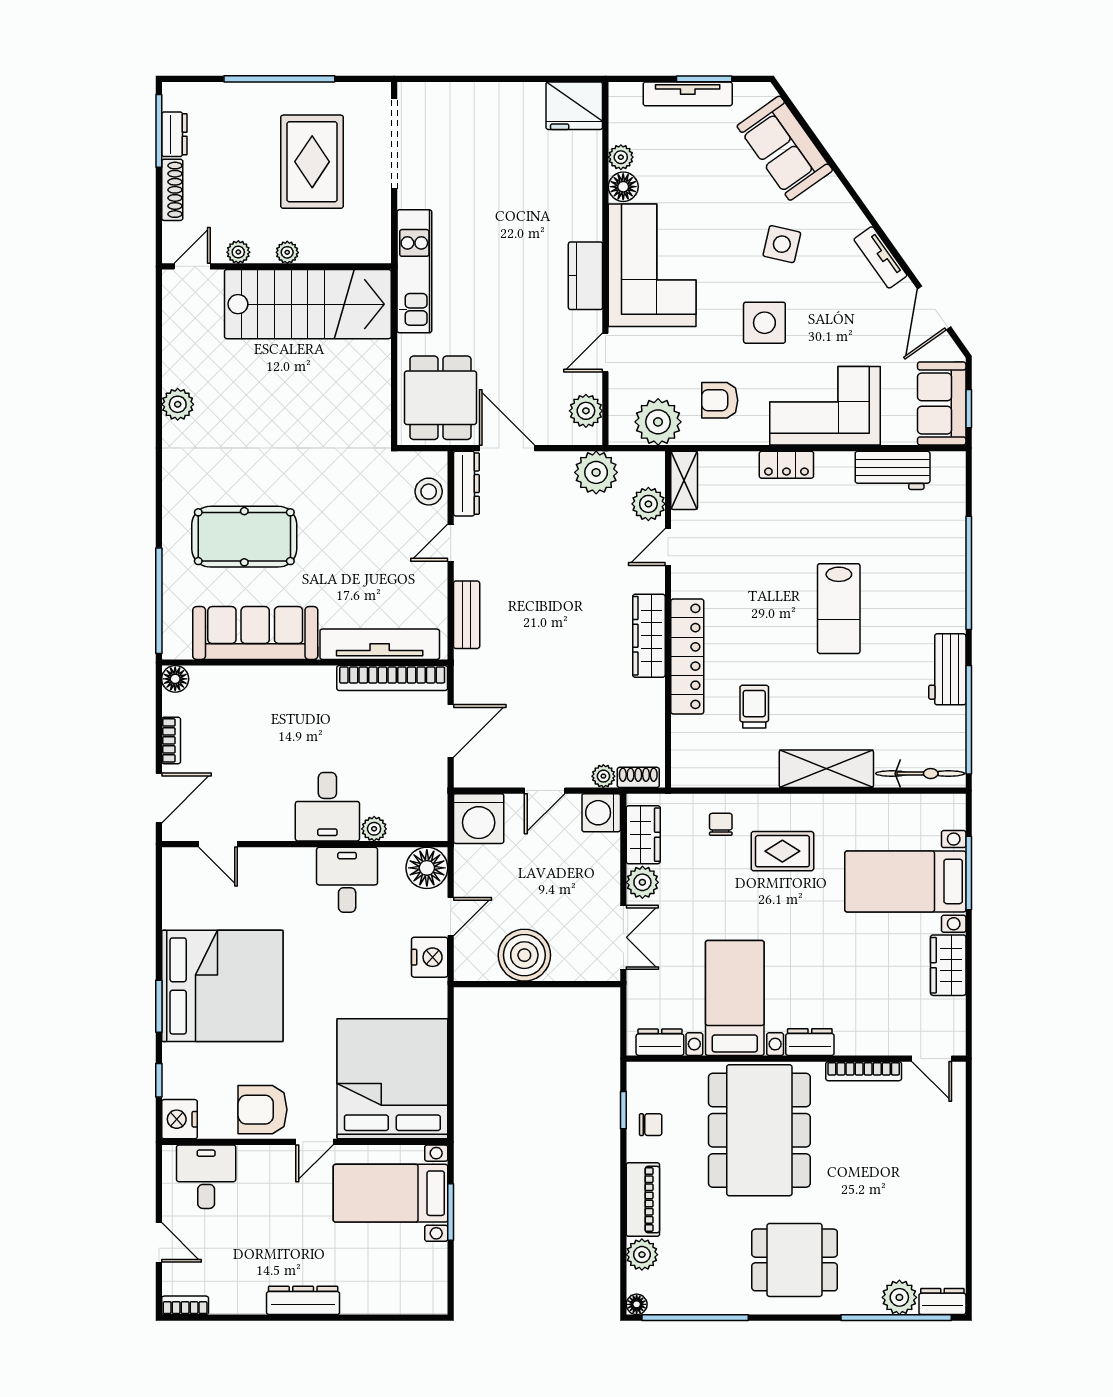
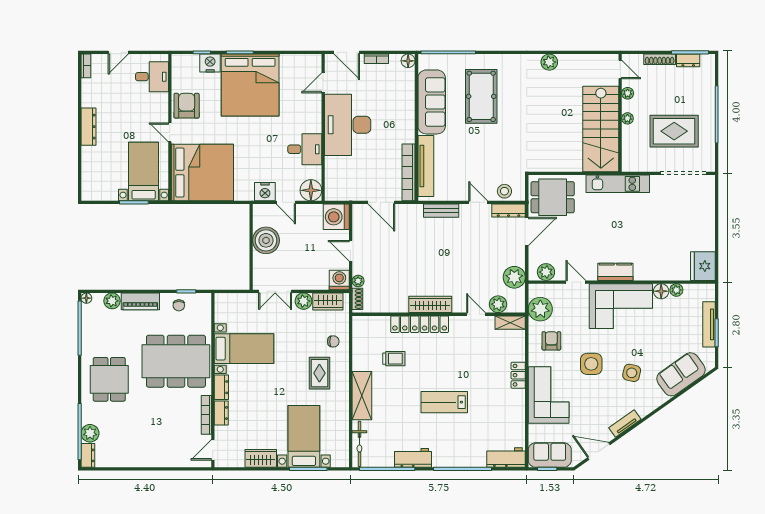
workbench: (893, 470) -> (506, 458), moved, turned 90
desk: (327, 807) -> (348, 125), width x1.87, depth x1.30
plant: (374, 829) -> (331, 163), removed
dresser: (660, 1042) -> (221, 413), moved
nightstand: (179, 1119) -> (210, 63), moved

